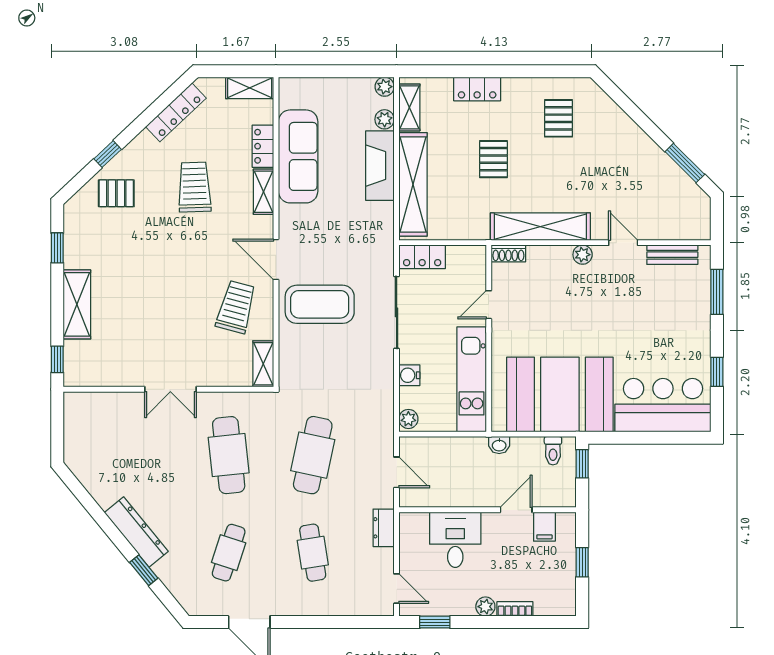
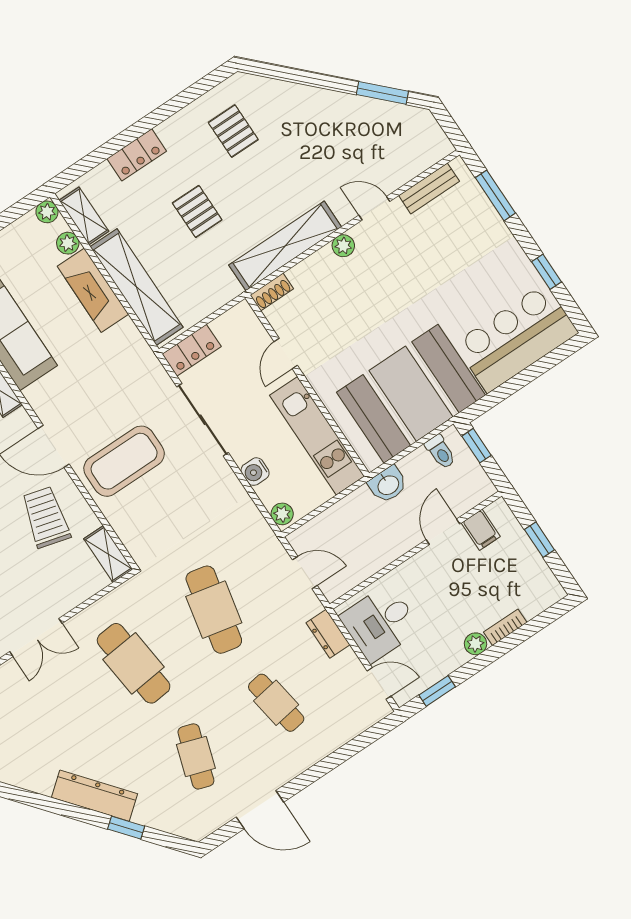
washbasin: (499, 445) -> (388, 485), width x1.38, depth x1.45
desk: (455, 540) -> (380, 623), moved, turned -90

